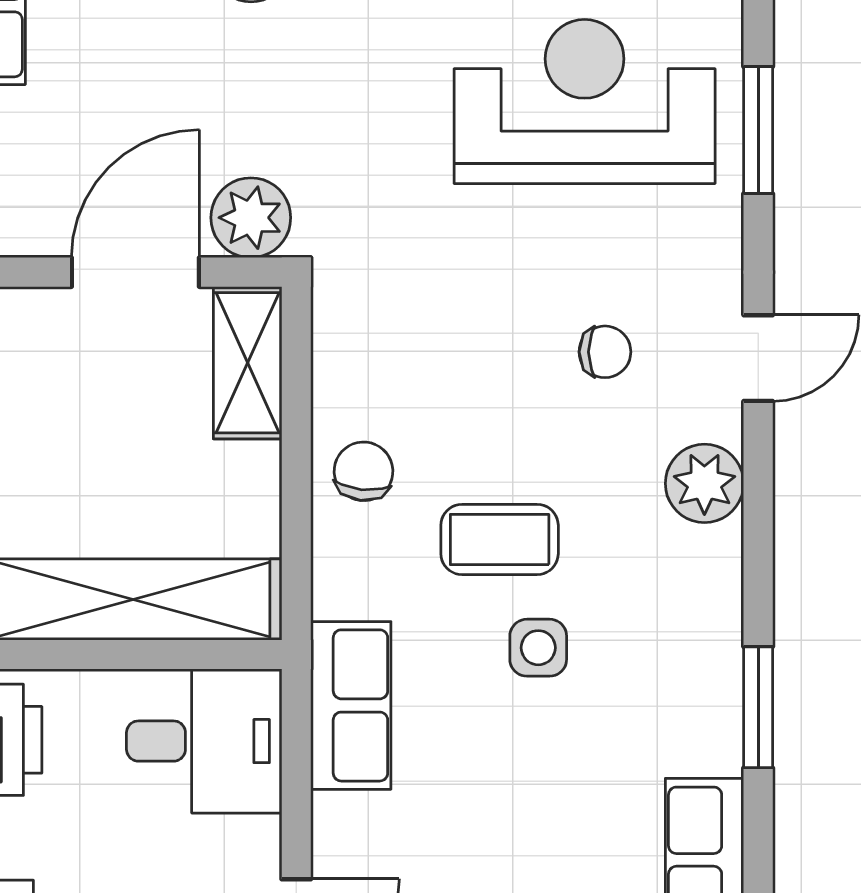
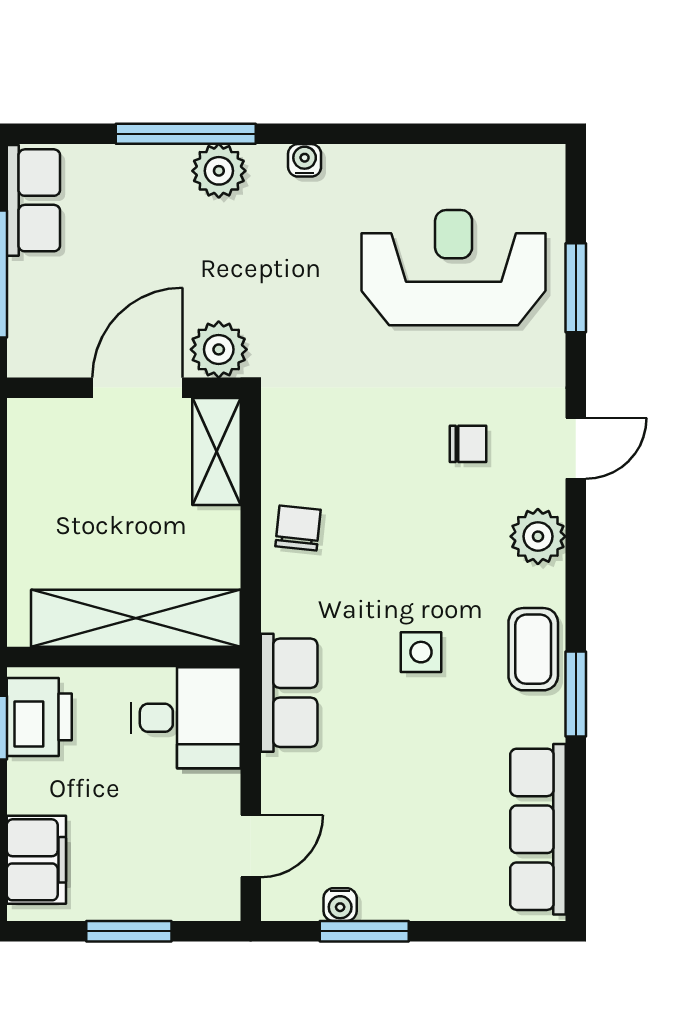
coffee table: (500, 539) -> (533, 649), moved, turned 90

